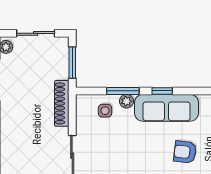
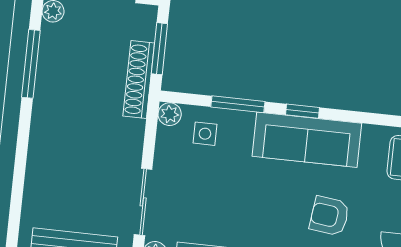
plant: (126, 101) -> (170, 114), moved
shoe rack: (62, 103) -> (139, 80), moved

